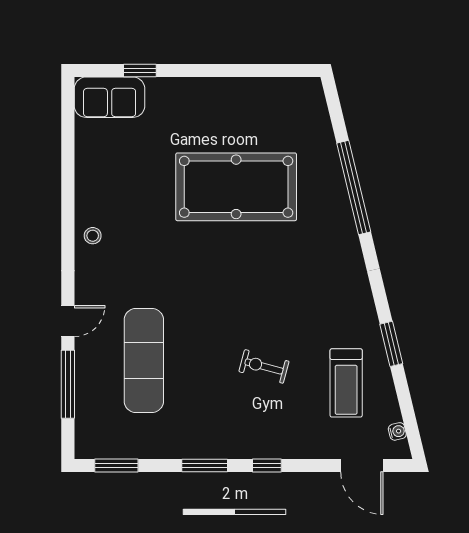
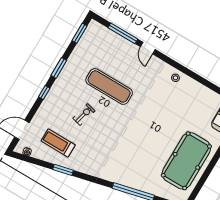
pool table: (236, 187) -> (186, 161), moved
exercise mat: (144, 361) -> (109, 86), moved

